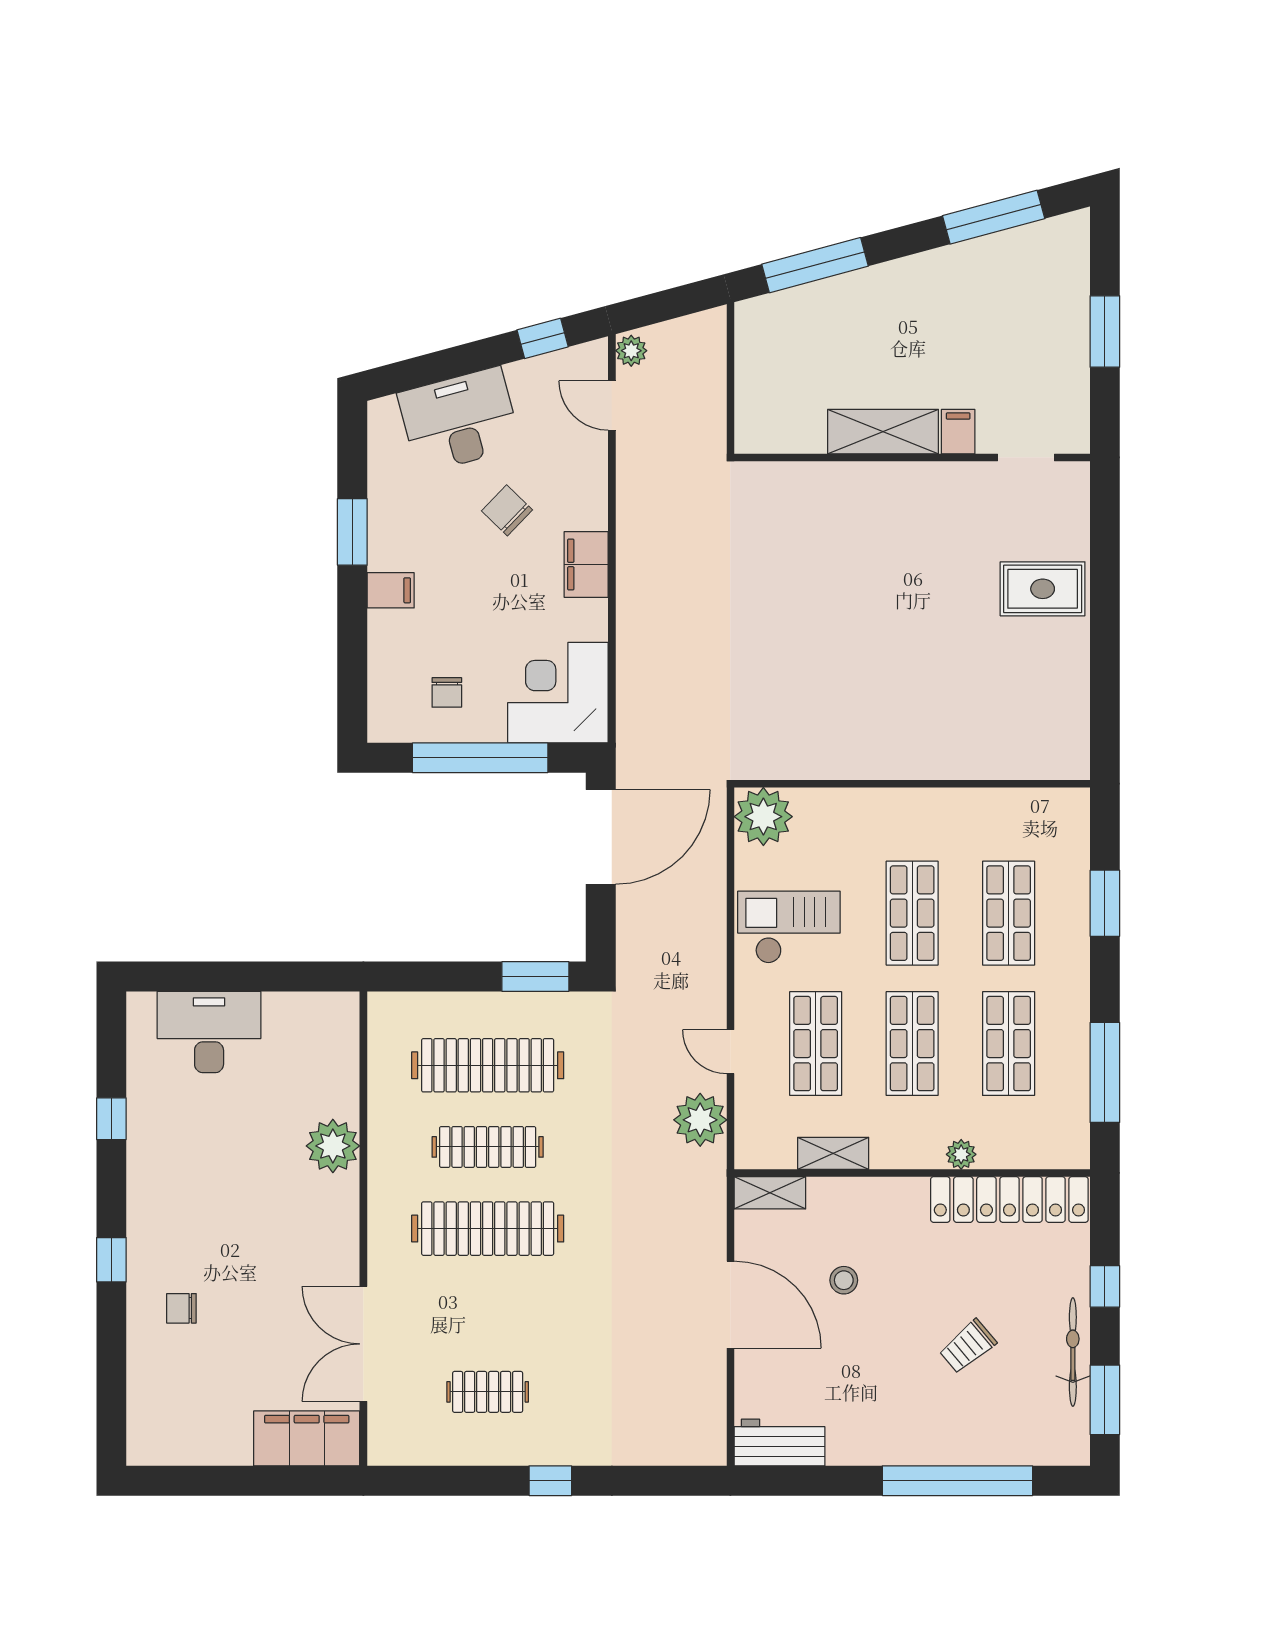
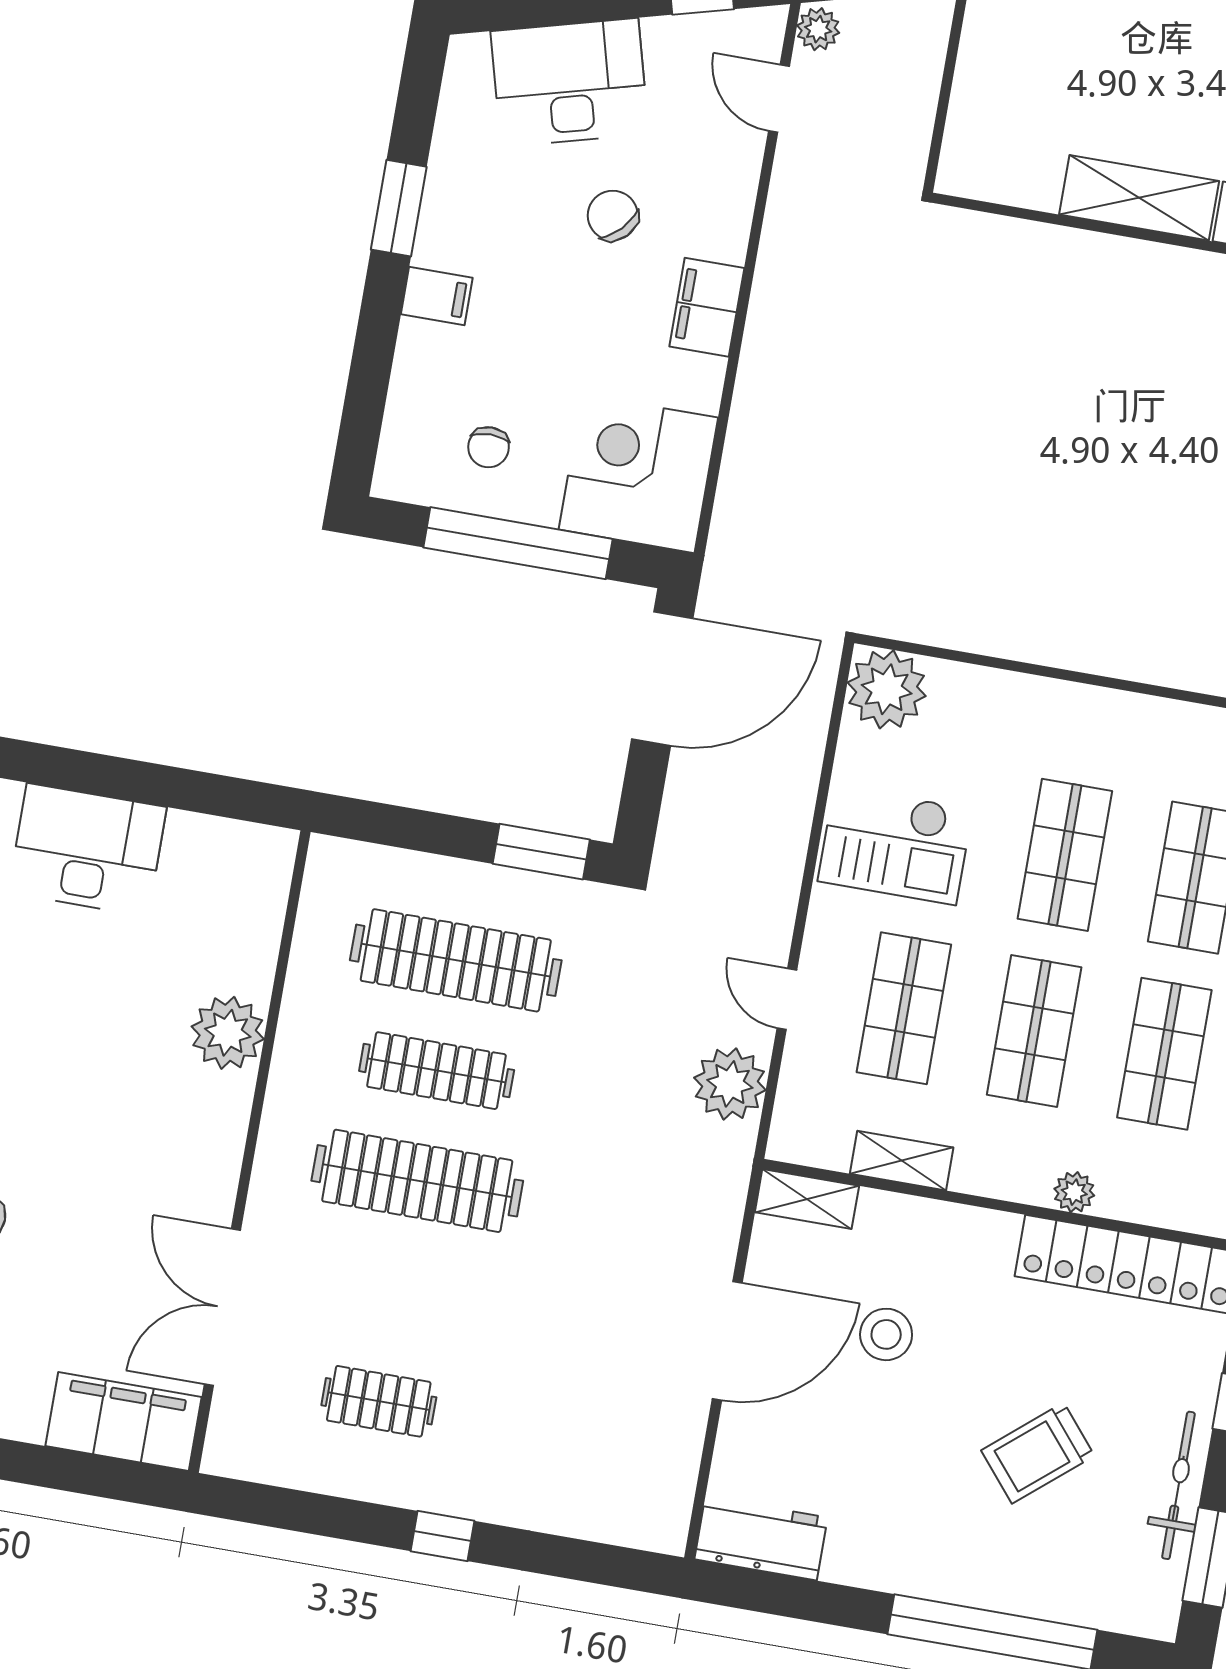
checkout: (789, 927) -> (895, 845), turned 180
stool: (844, 1280) -> (886, 1334), width x1.37, depth x1.37
door: (730, 1305) -> (727, 1341), hinge flipped
trolley: (968, 1346) -> (1038, 1453), width x1.36, depth x1.39

